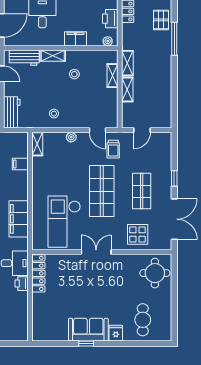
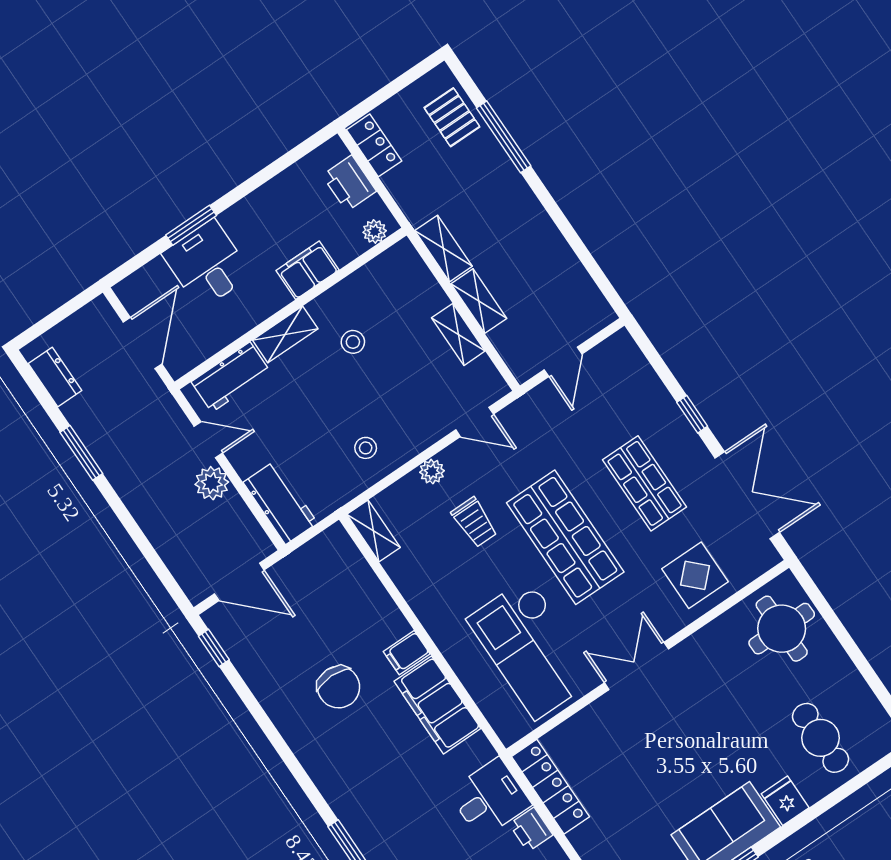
shelving: (112, 76) -> (458, 334), moved
trolley: (113, 149) -> (474, 522), moved
filing cabinet: (20, 164) -> (407, 653), moved

